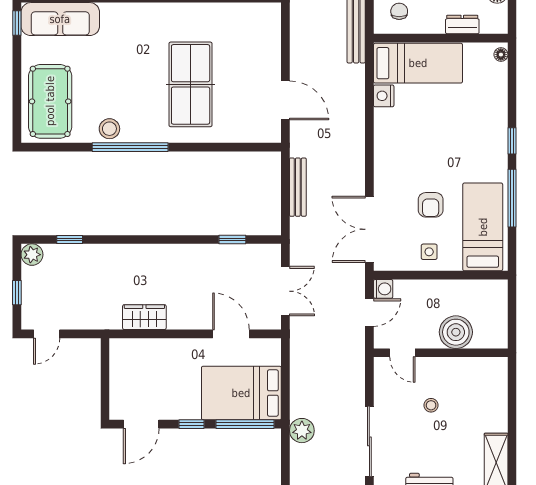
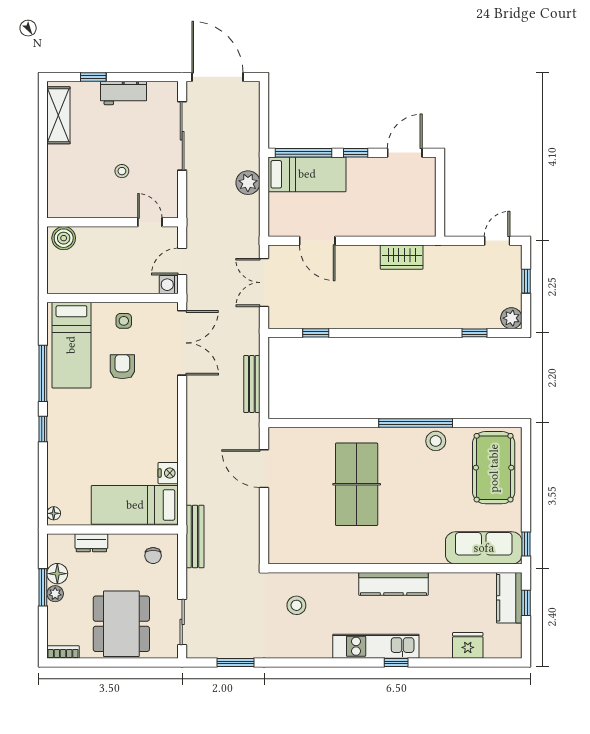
boiler: (456, 332) -> (64, 238), moved, width x0.73, depth x0.73
bed: (241, 393) -> (307, 174), width x0.67
plant: (302, 431) -> (248, 183), moved

